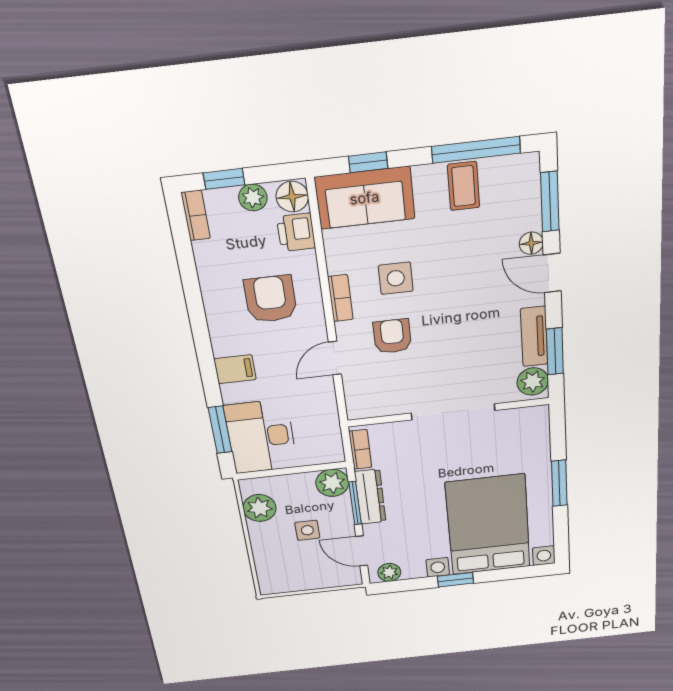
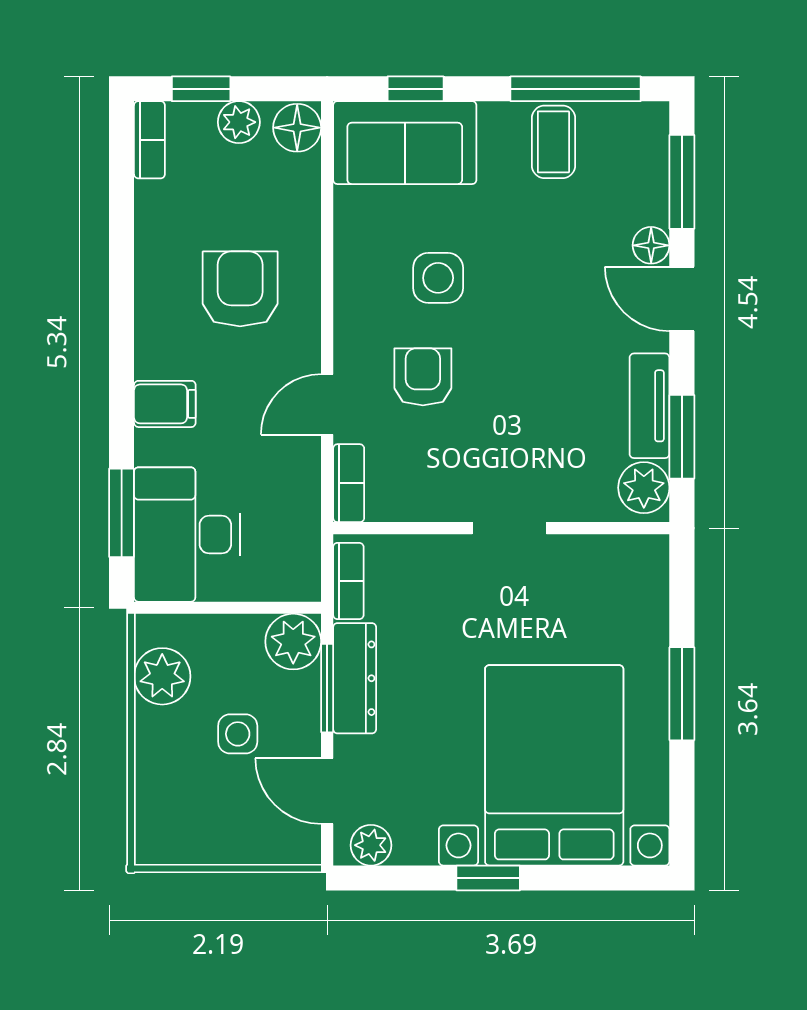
printer: (296, 232) -> (295, 184), removed
bookcase: (340, 298) -> (349, 483), moved
doorway: (453, 412) -> (509, 528), width x0.53

